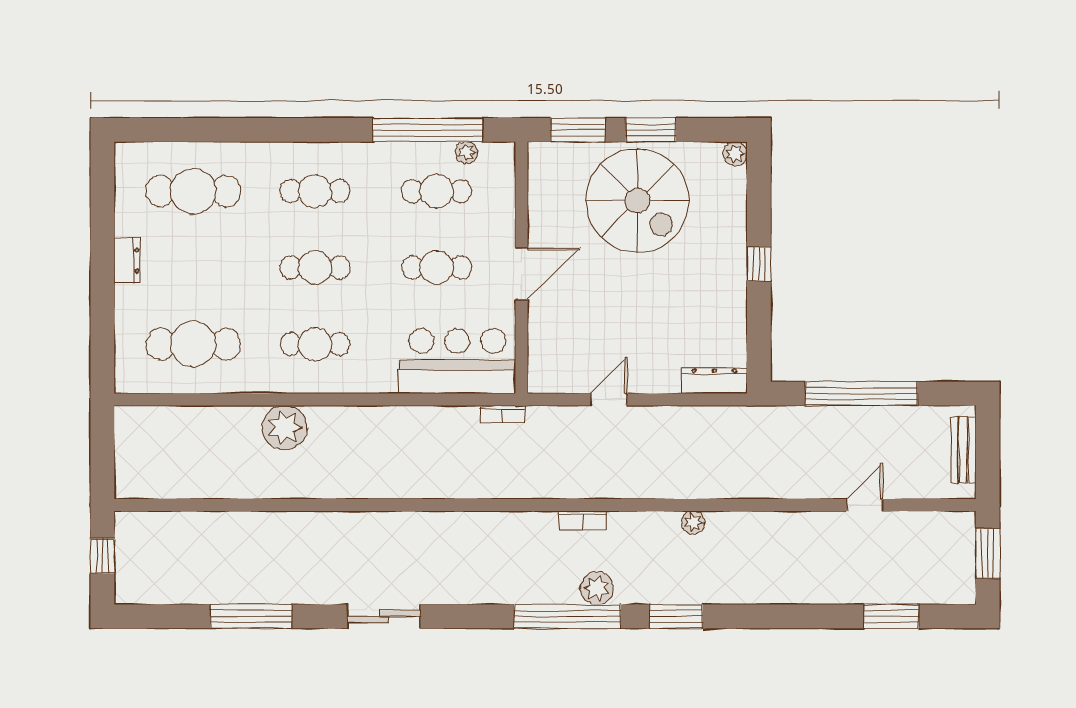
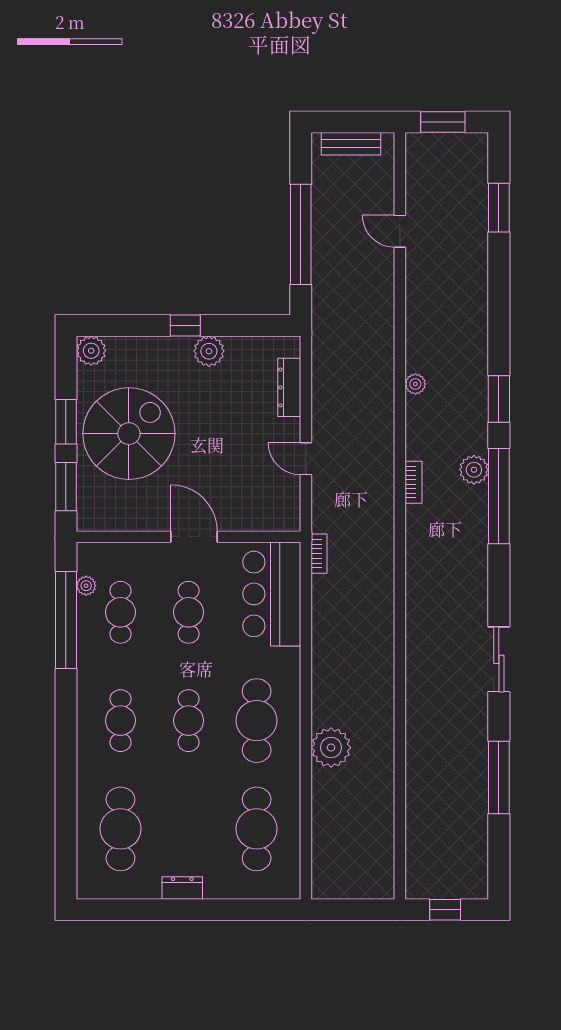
plant: (735, 154) -> (91, 351), width x1.38, depth x1.38
plant: (730, 290) -> (209, 351), added
cafe table: (315, 344) -> (257, 721), width x1.37, depth x1.35
dresser: (714, 381) -> (289, 387), moved

